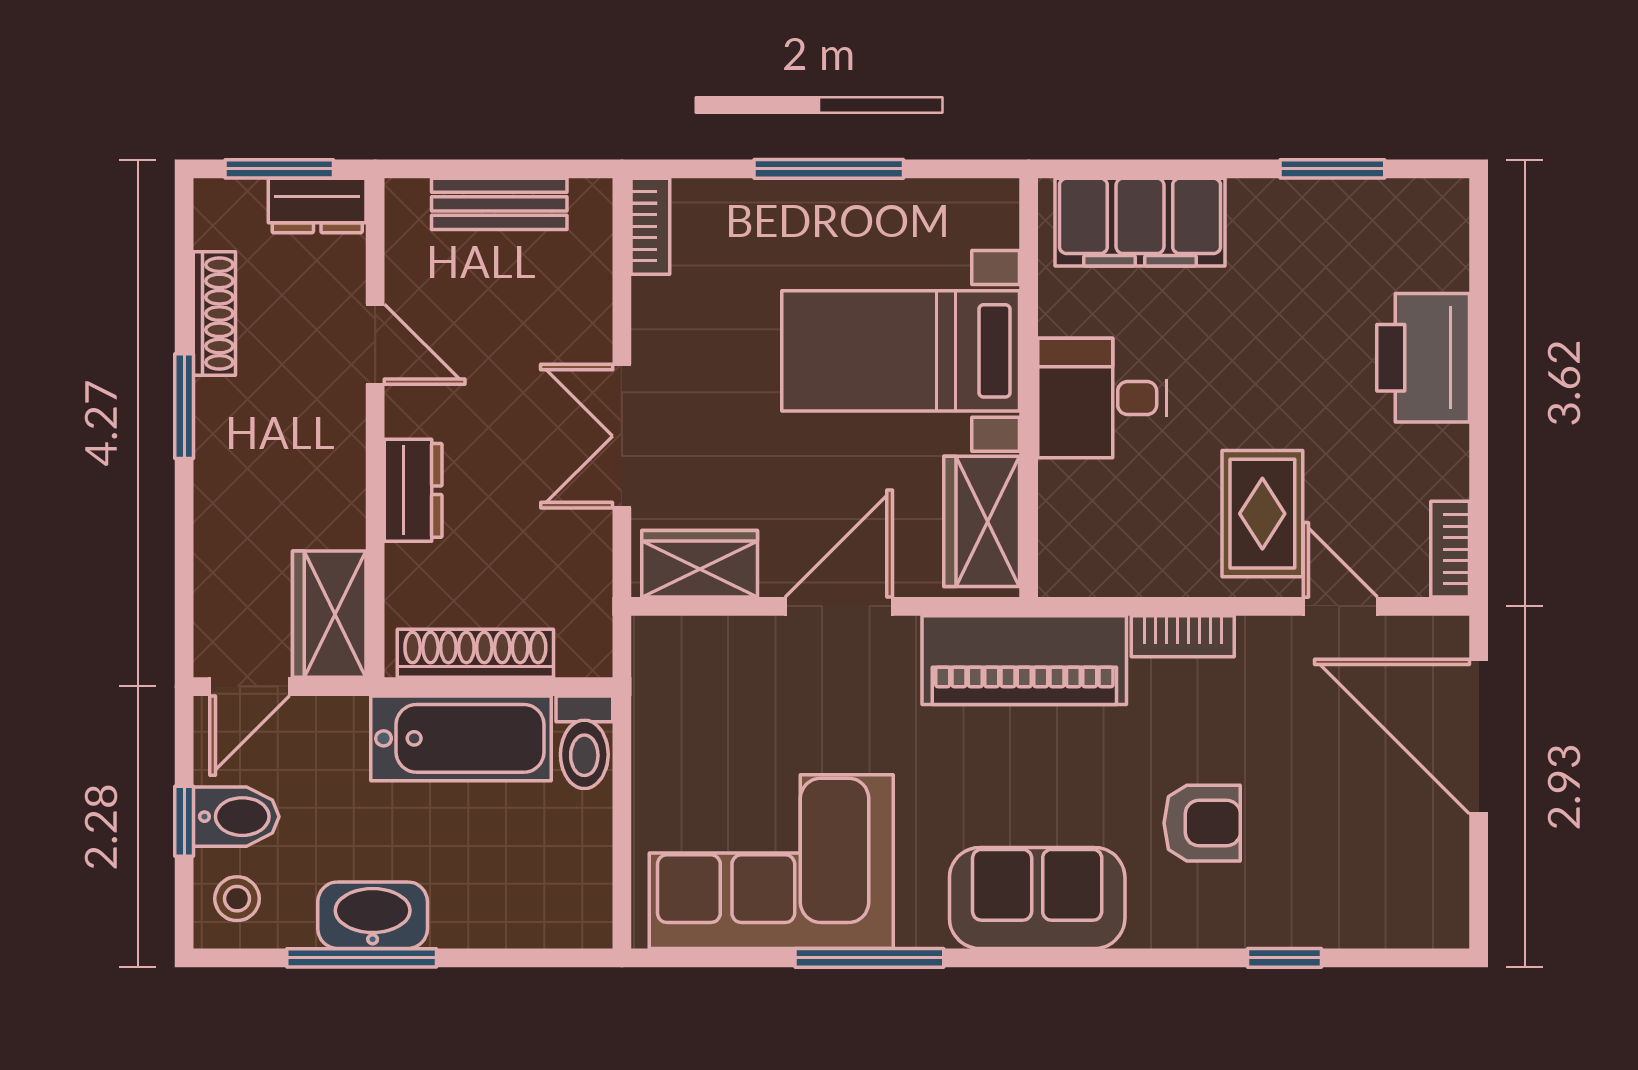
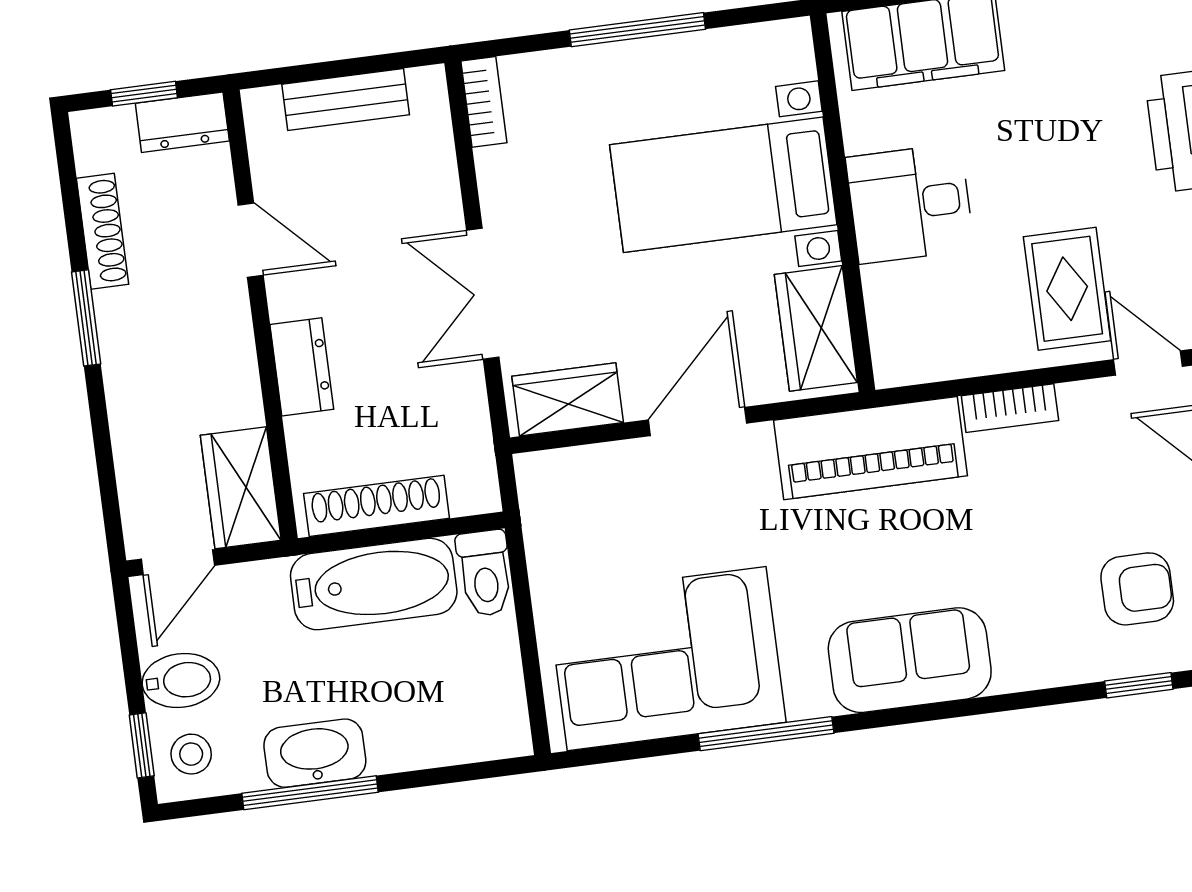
window: (279, 169) -> (144, 94), width x0.67
window: (184, 821) -> (142, 745), moved
armchair: (1202, 823) -> (1137, 589), moved

